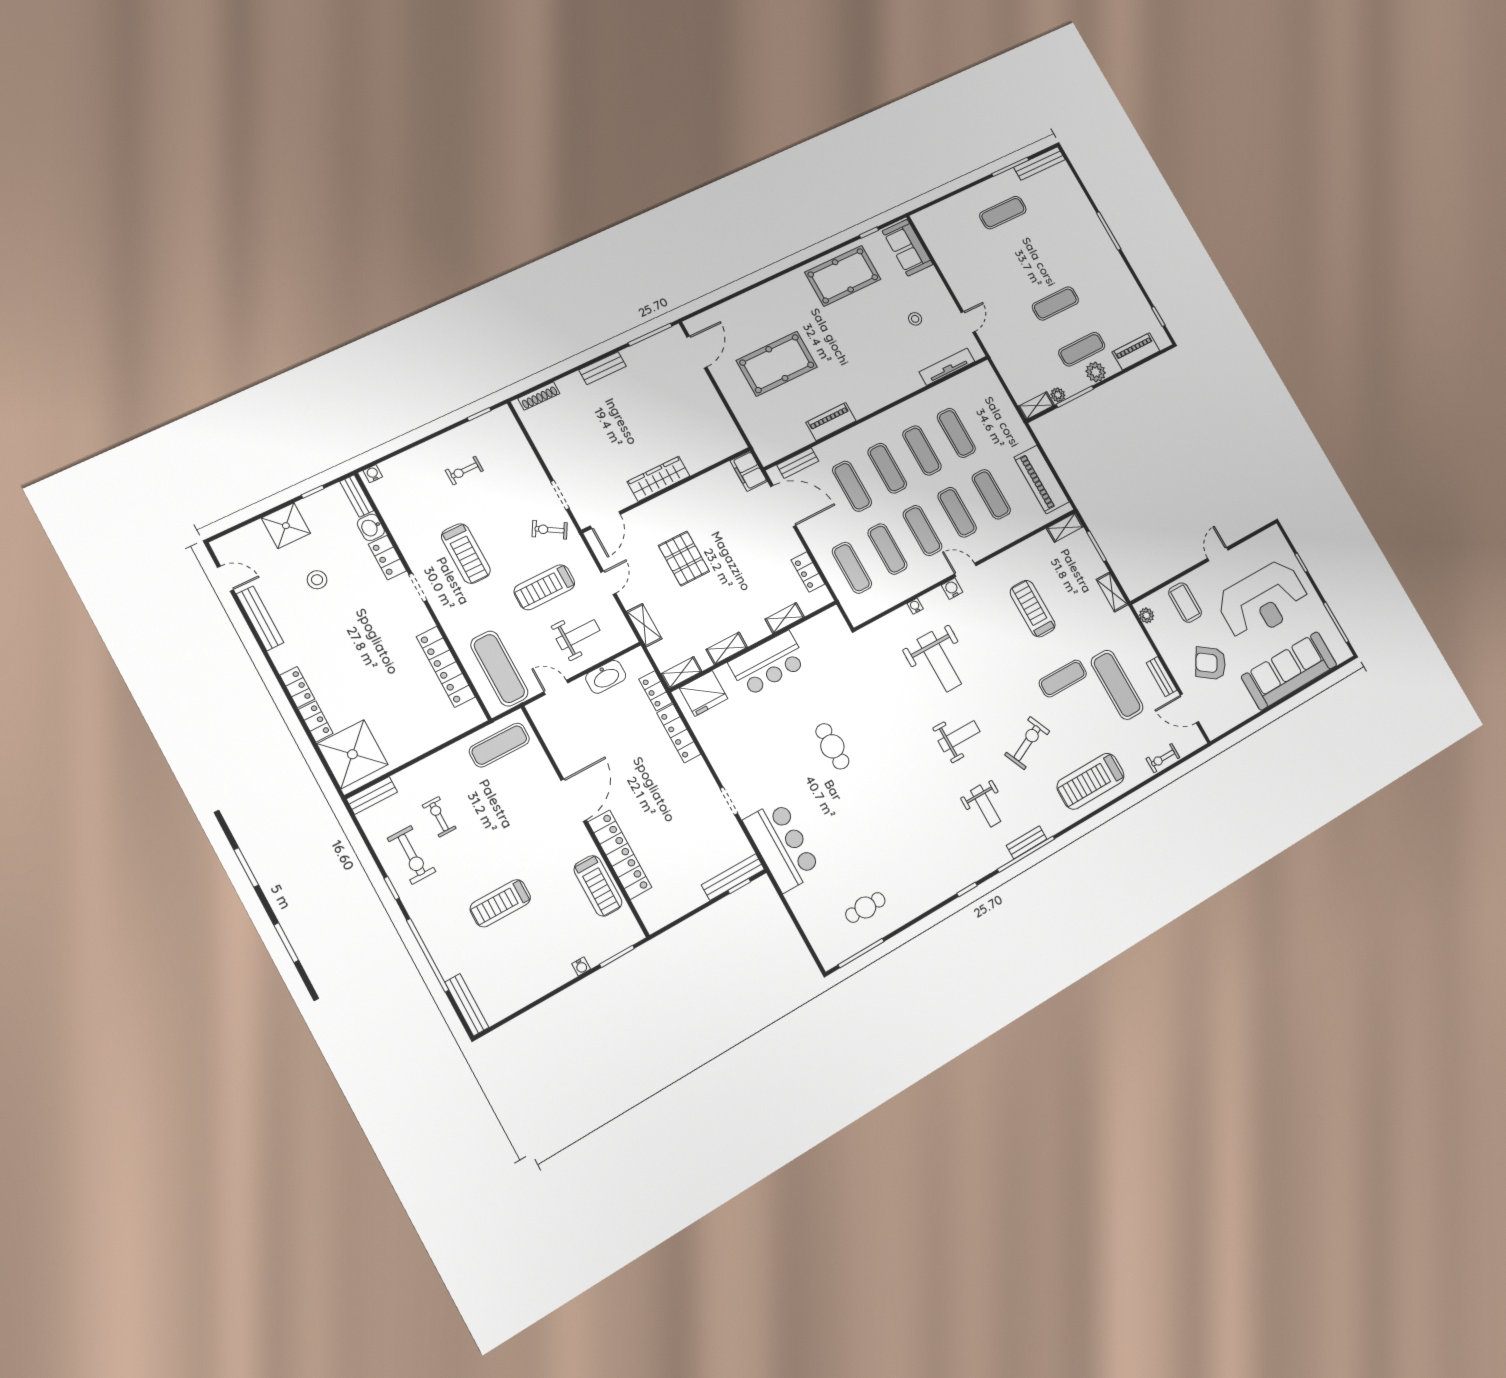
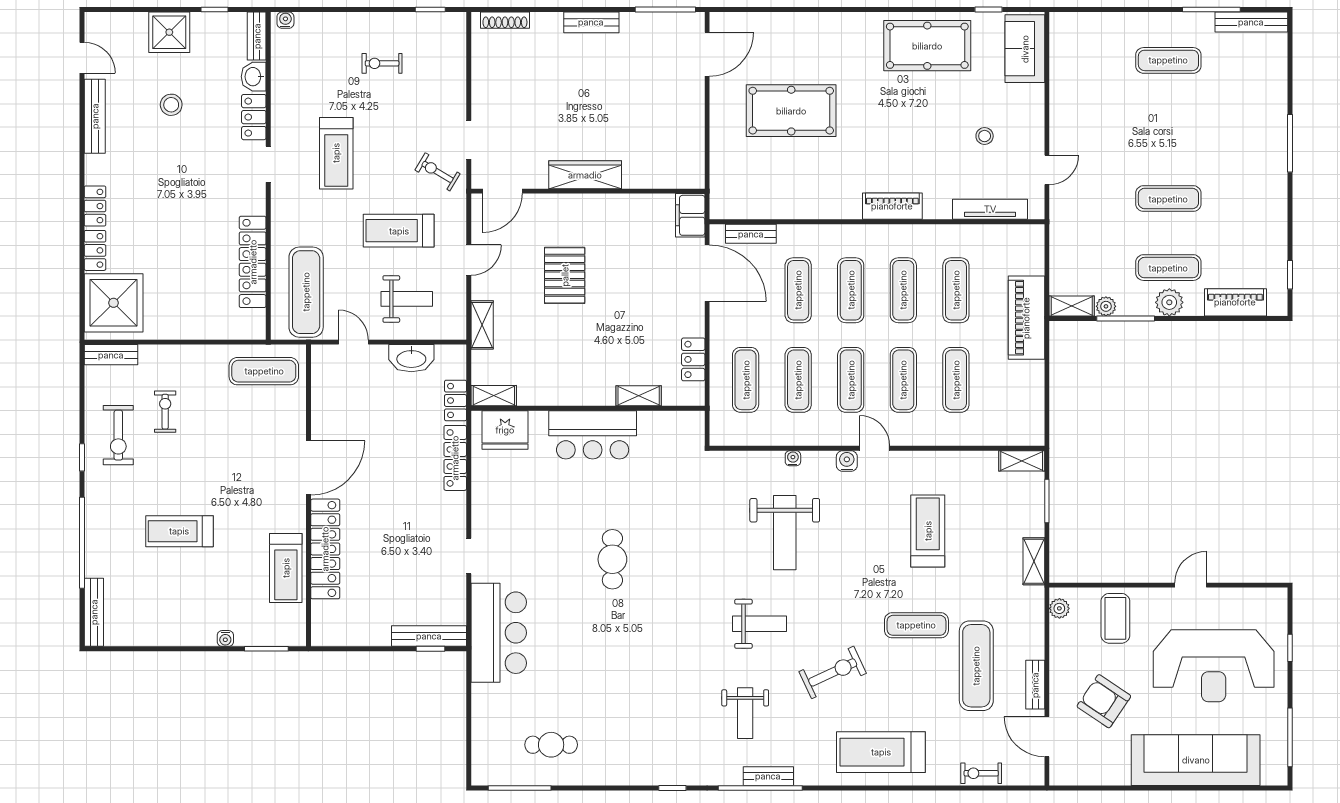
piano: (831, 422) -> (892, 206), moved
piano: (1042, 480) -> (1026, 318), moved
shelving: (727, 648) -> (557, 395), removed

